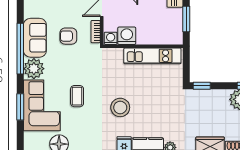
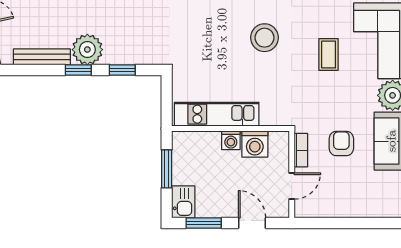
armchair: (68, 36) -> (341, 144), turned -90
washing machine: (111, 38) -> (231, 140), moved
window: (202, 86) -> (122, 70), moved

